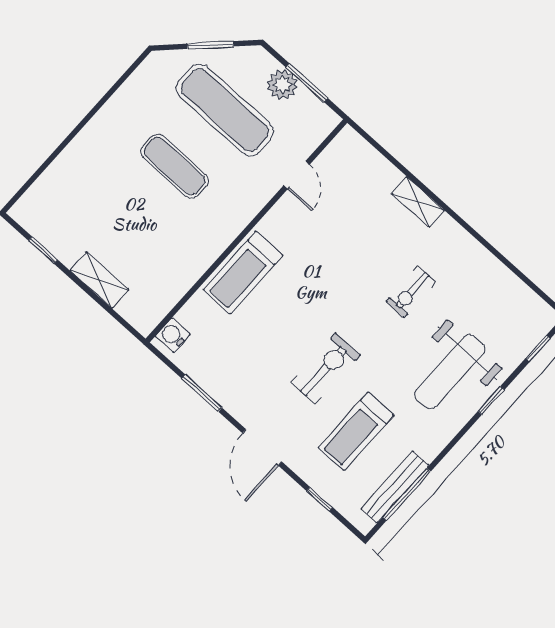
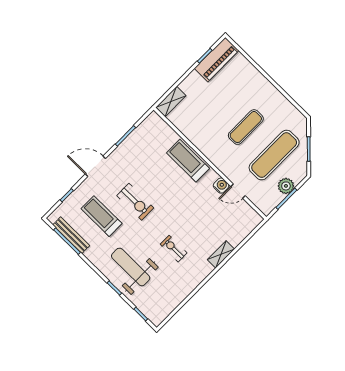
piano: (49, 227) -> (217, 60), added
shelving: (99, 280) -> (171, 102), moved
water cooler: (173, 335) -> (221, 186), moved

